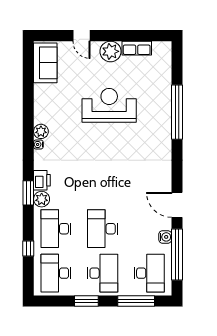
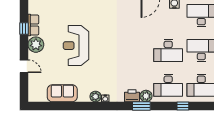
door: (81, 36) -> (24, 66), hinge flipped
window: (132, 36) -> (24, 29), added
sofa: (45, 63) -> (62, 93), moved

